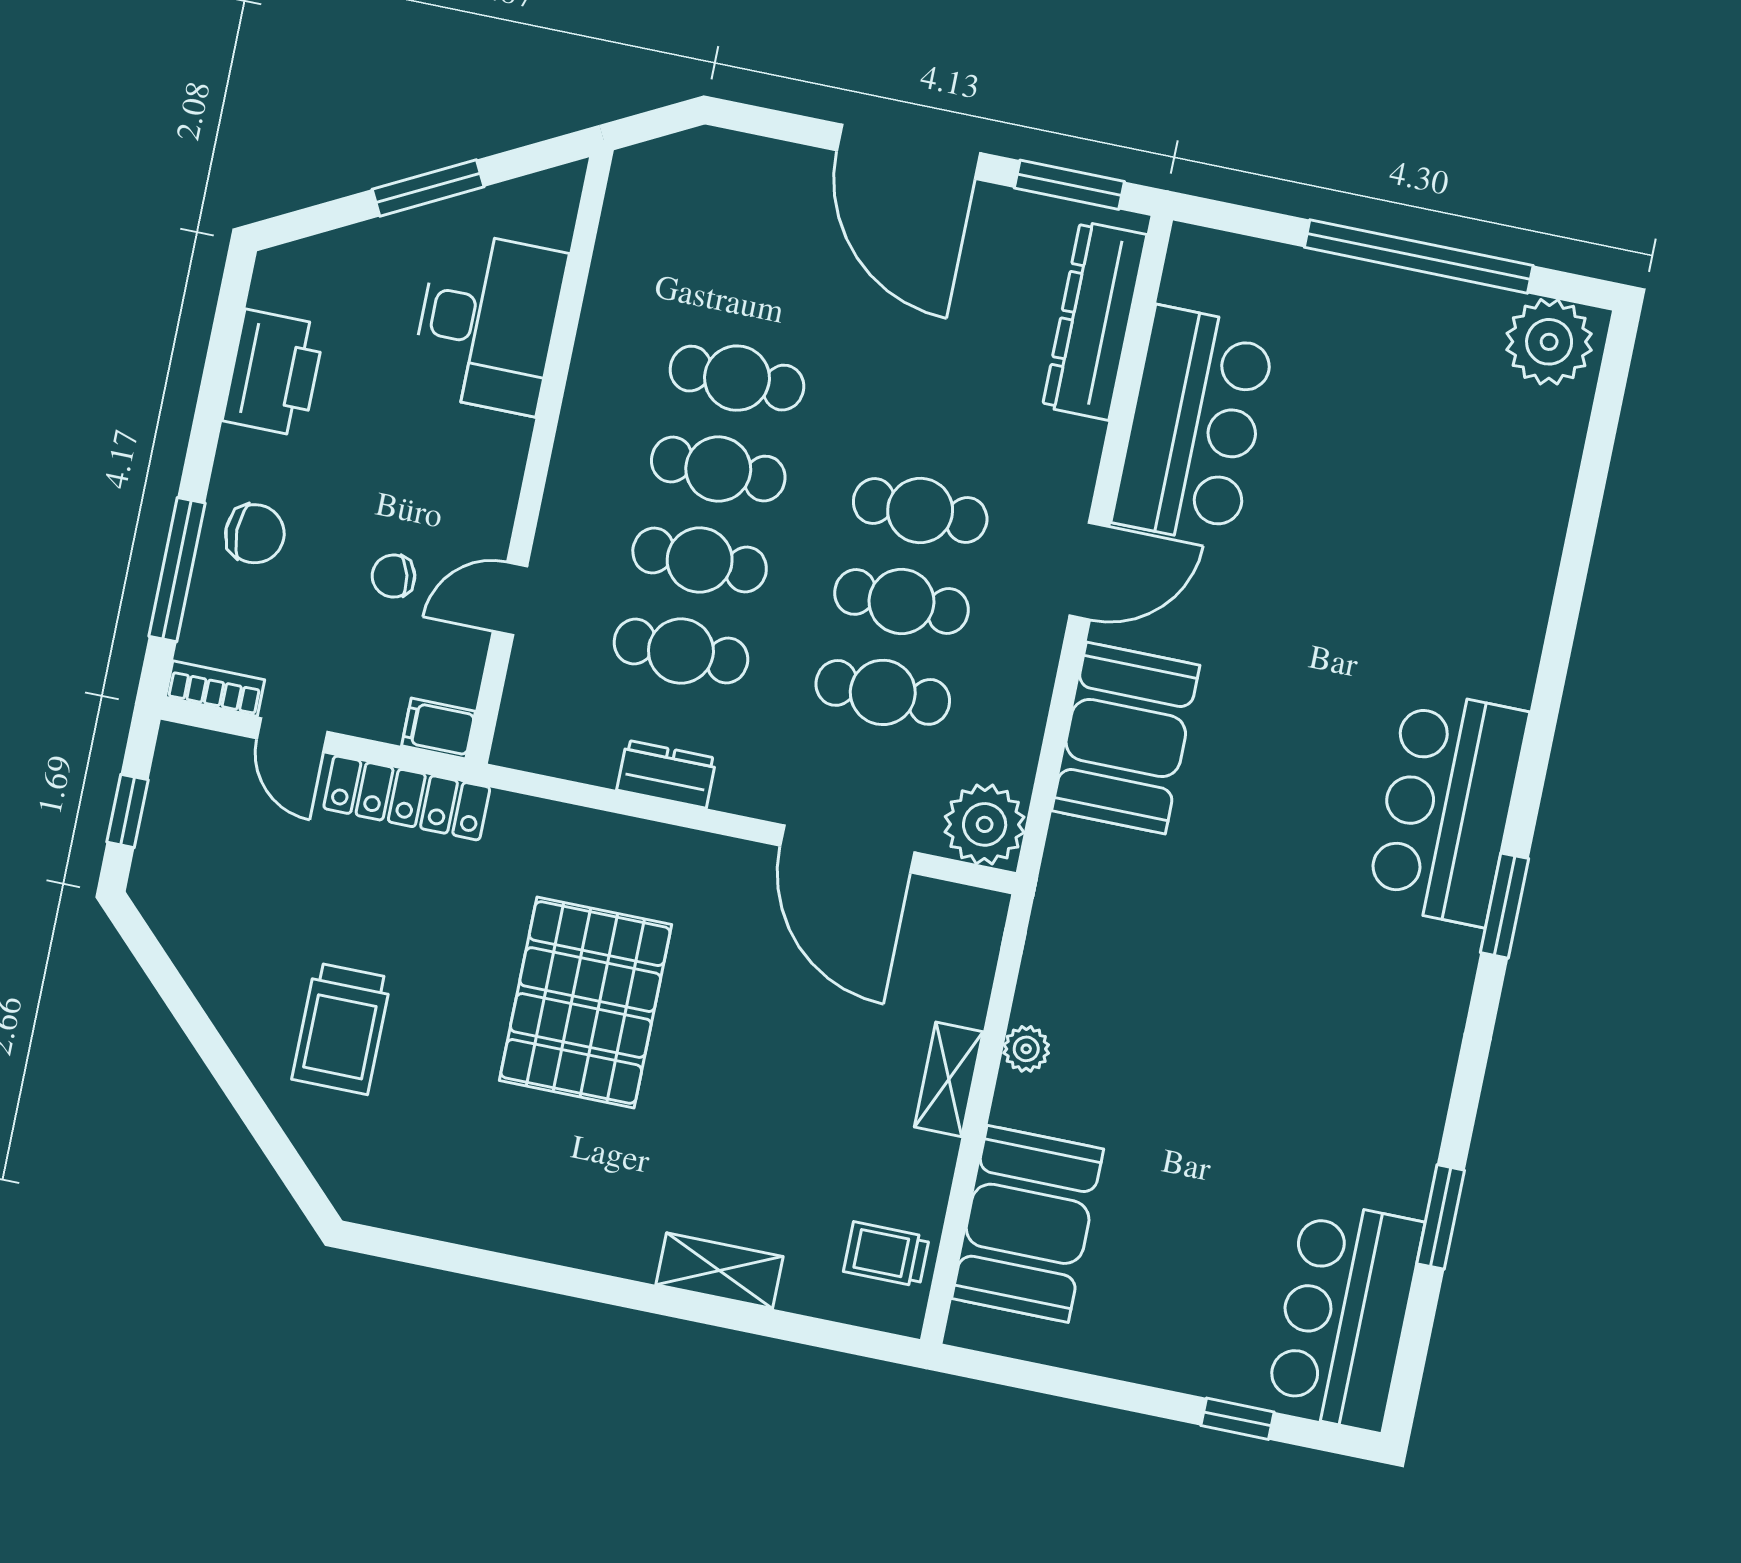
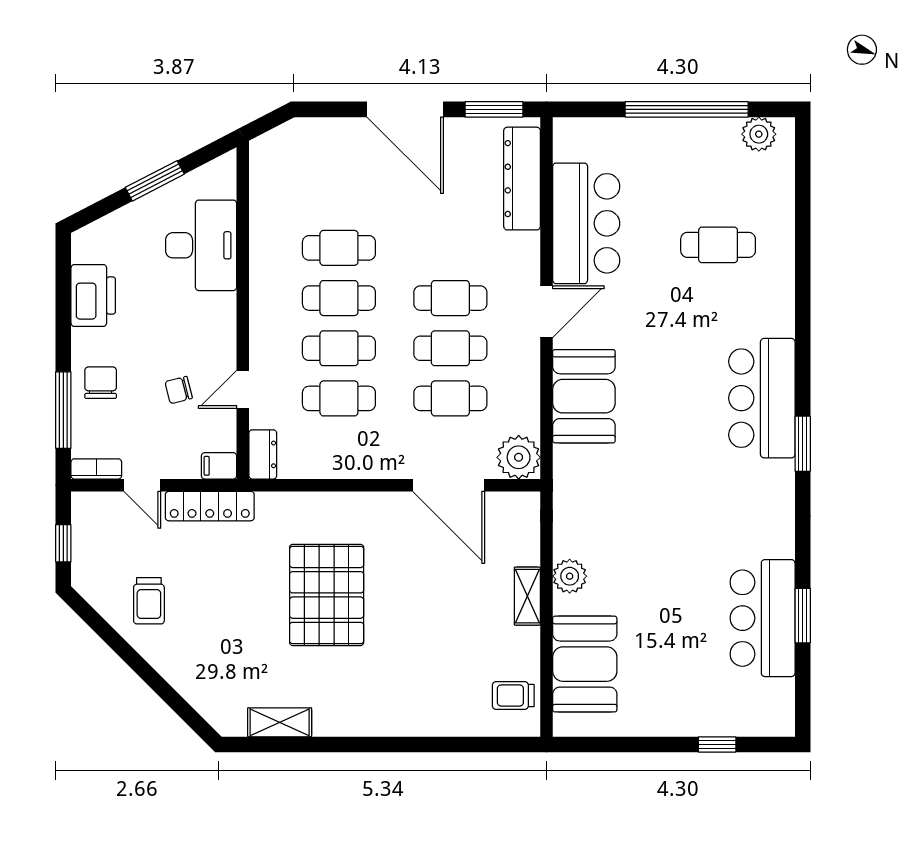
plant: (1549, 342) -> (759, 134), width x0.73, depth x0.73
cafe table: (1425, 514) -> (718, 245), added
chair: (255, 534) -> (101, 383), turned -90
dresser: (666, 774) -> (263, 454), moved, turned 90
trolley: (342, 1029) -> (149, 601), moved, width x0.73, depth x0.72
plant: (1026, 1049) -> (570, 576), width x1.38, depth x1.38
shelving: (720, 1271) -> (280, 722), moved
bar counter: (1345, 1316) -> (763, 618), moved

